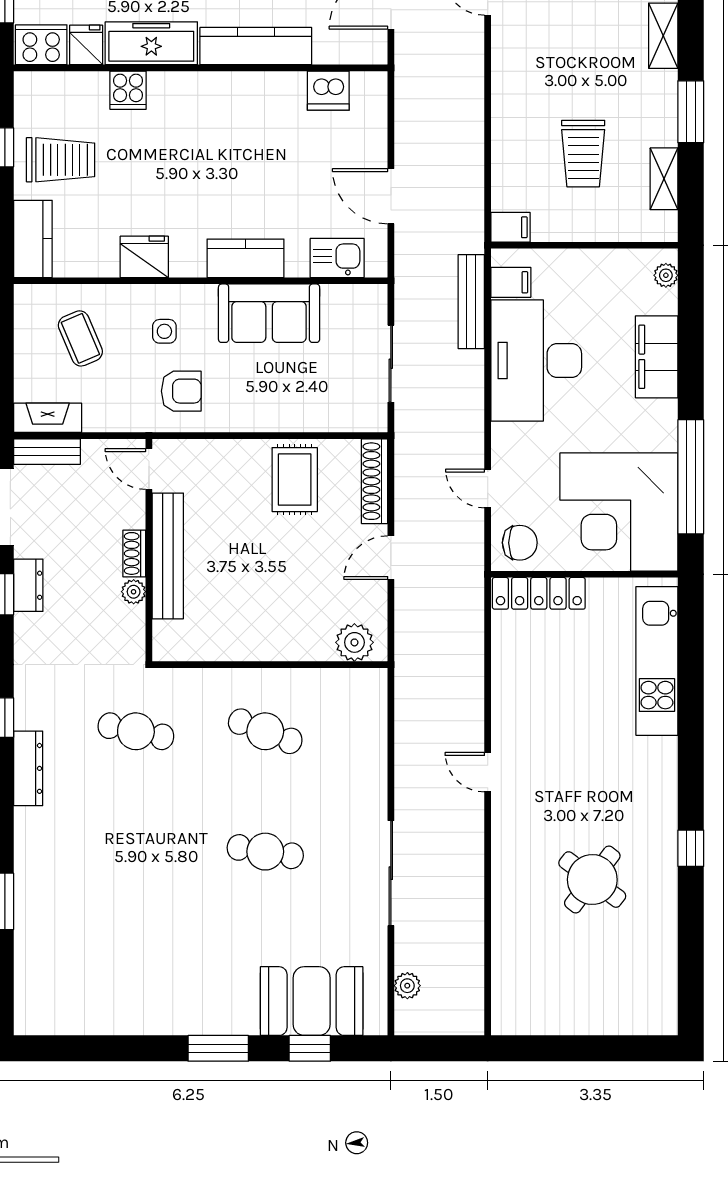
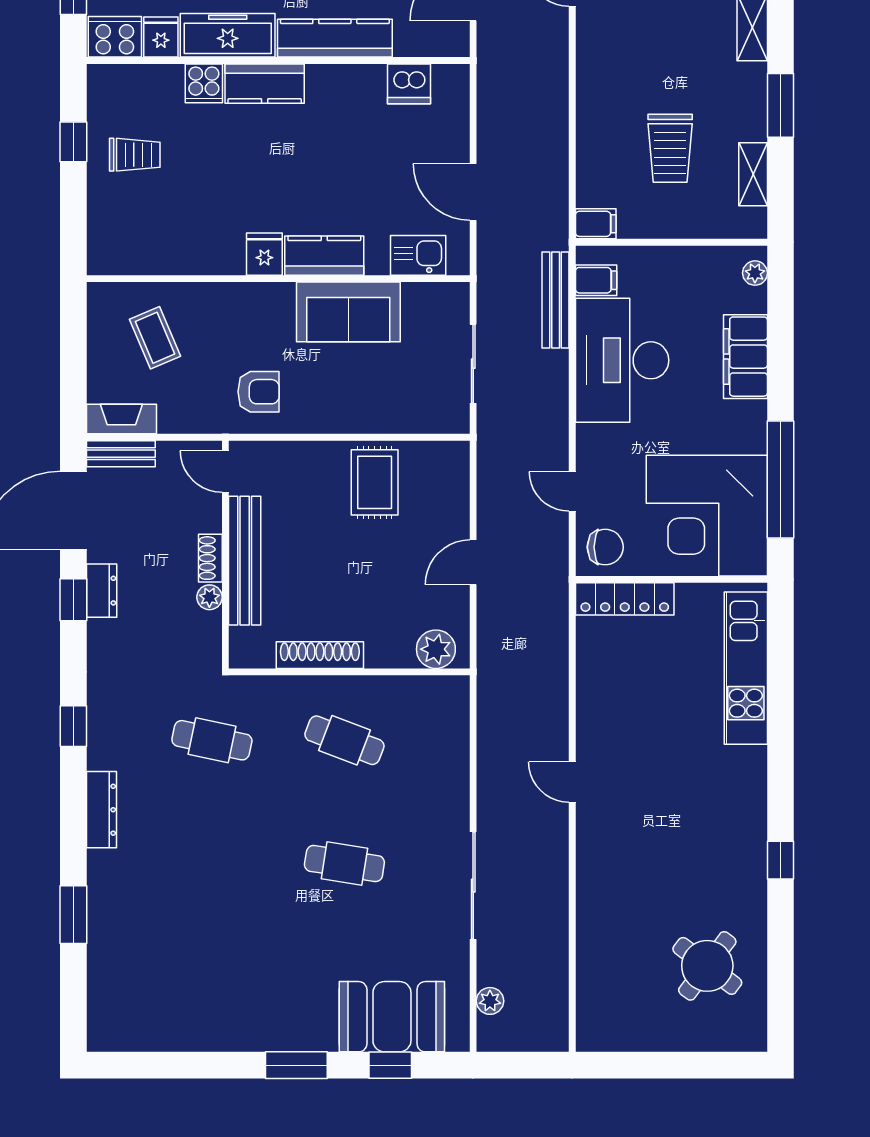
trolley: (61, 160) -> (135, 155), width x0.73, depth x0.72
kitchen counter: (33, 239) -> (265, 84), moved, turned 90
fridge: (144, 257) -> (264, 254), moved, width x0.72
side table: (164, 331) -> (241, 330), removed
shoe rack: (375, 481) -> (320, 655), moved, turned 90
dresser: (28, 768) -> (101, 810), moved
round table: (592, 880) -> (707, 966), moved

